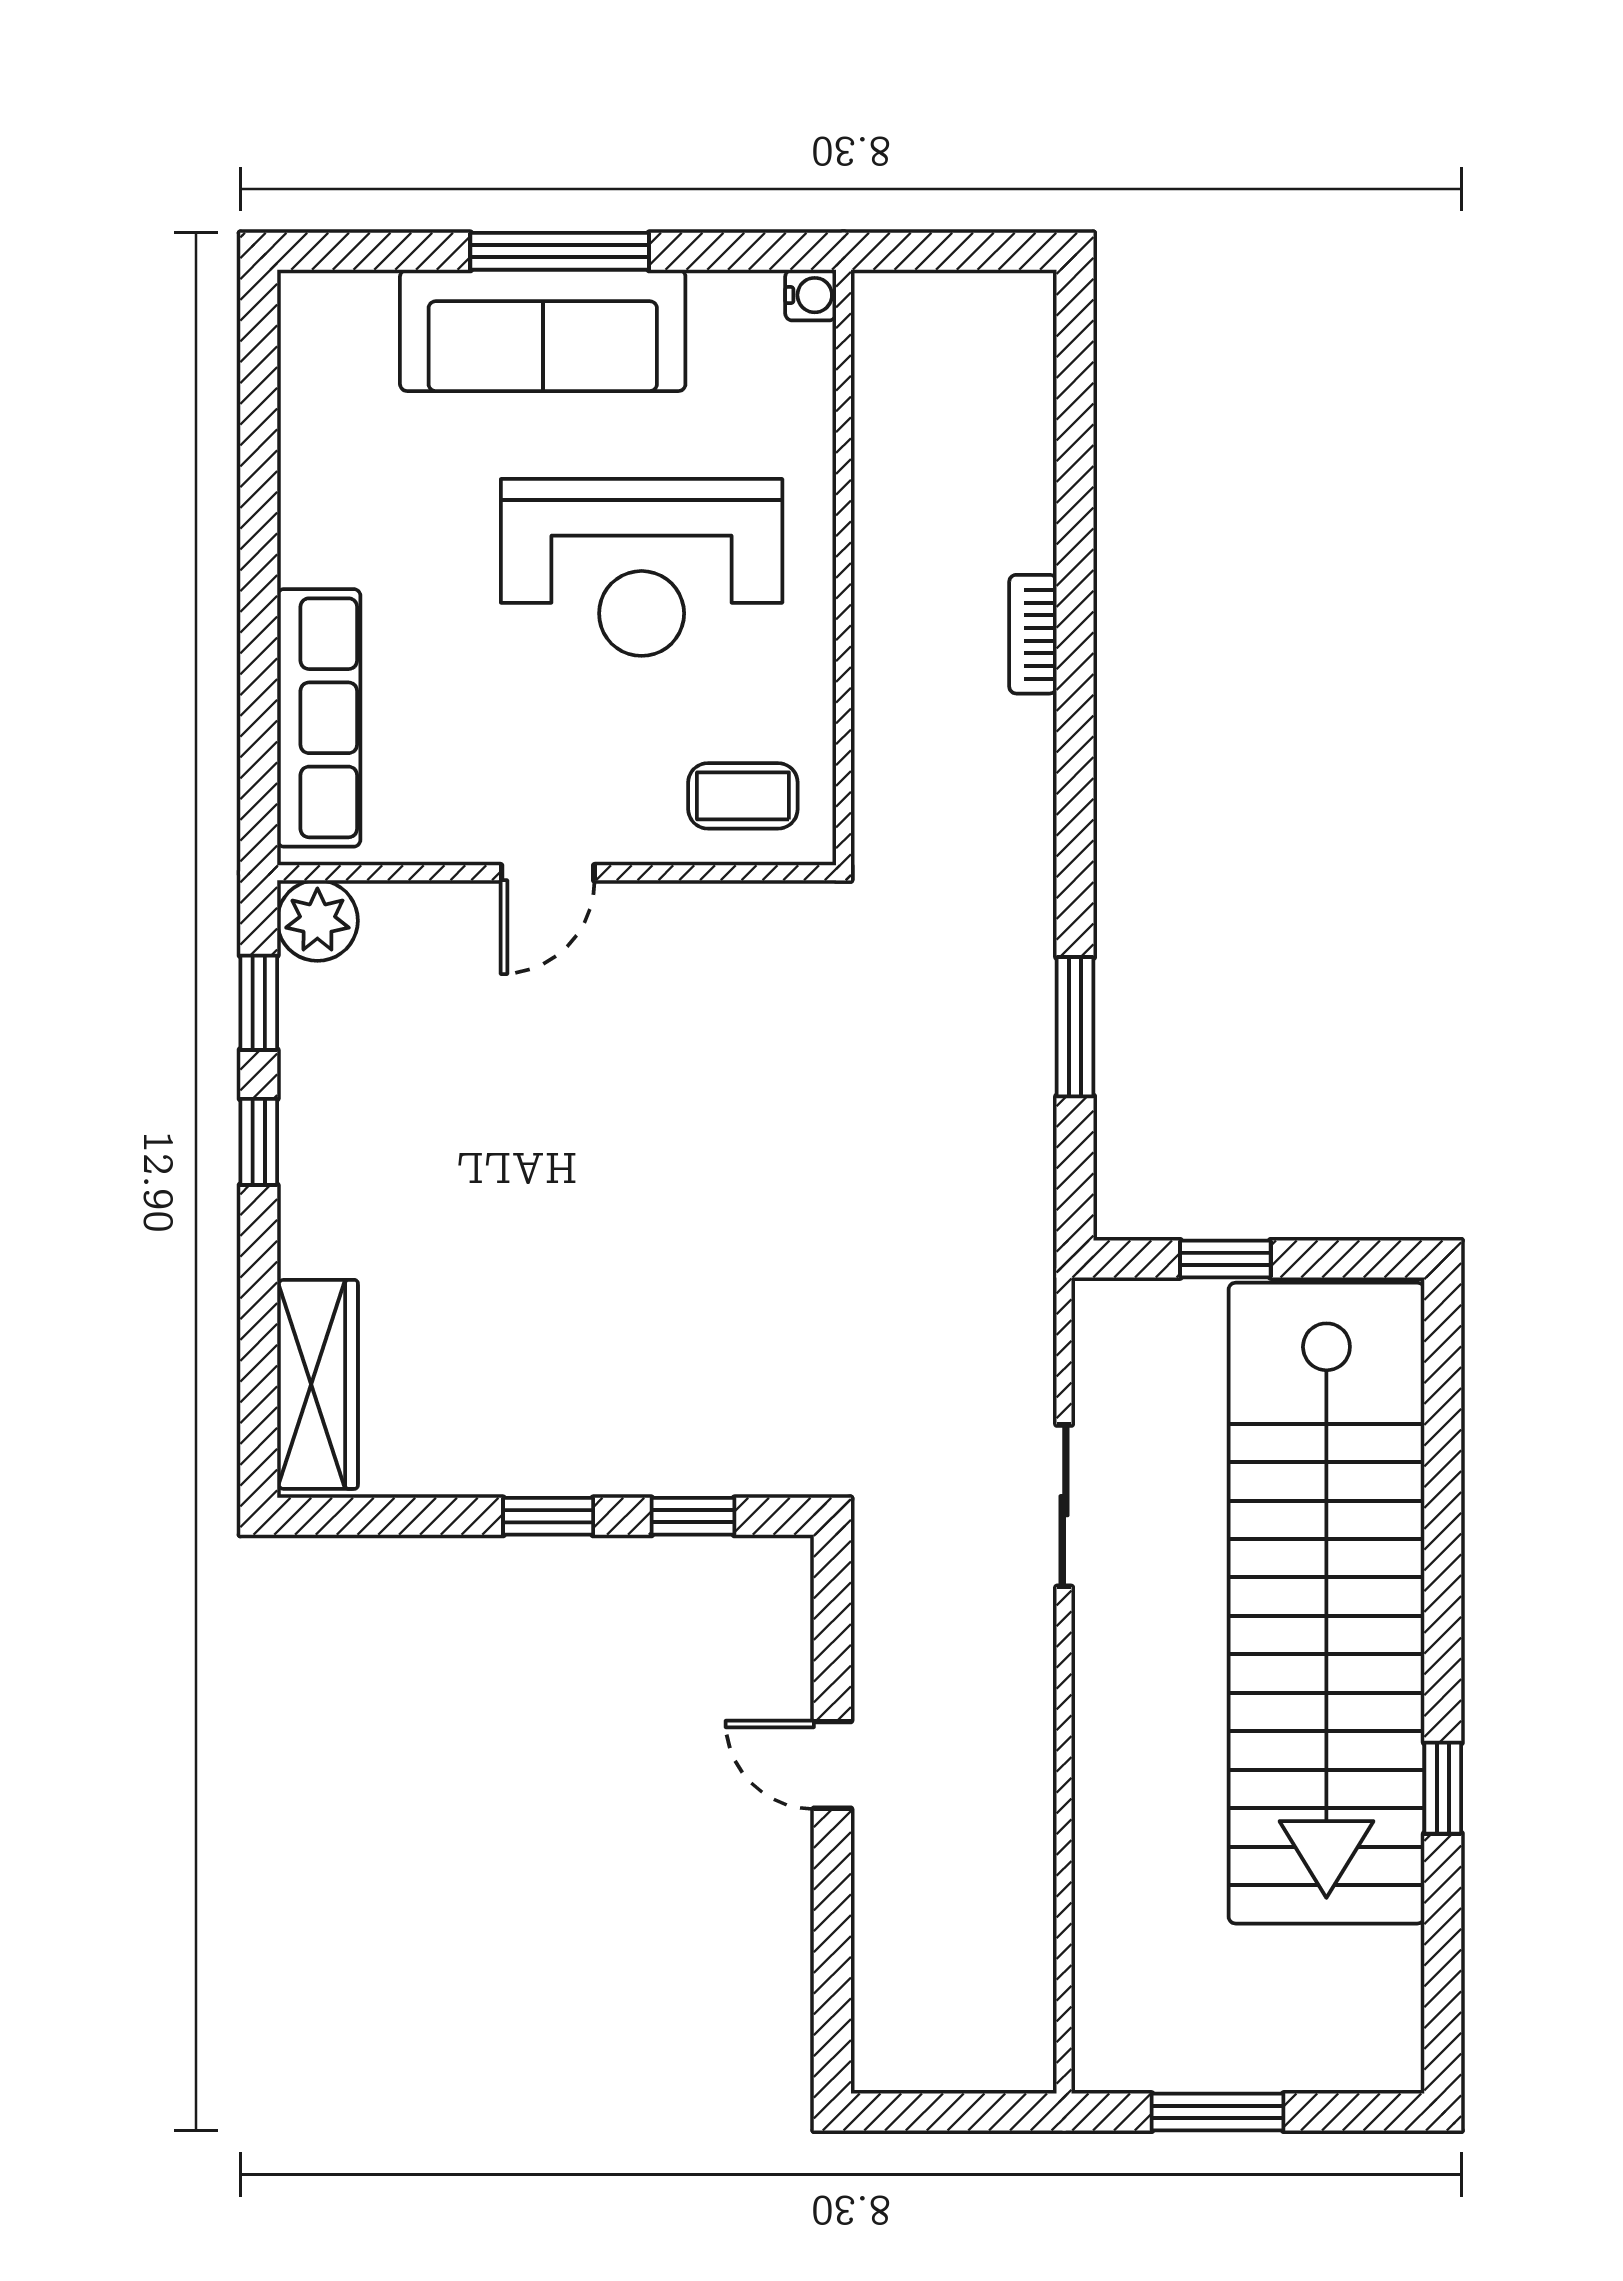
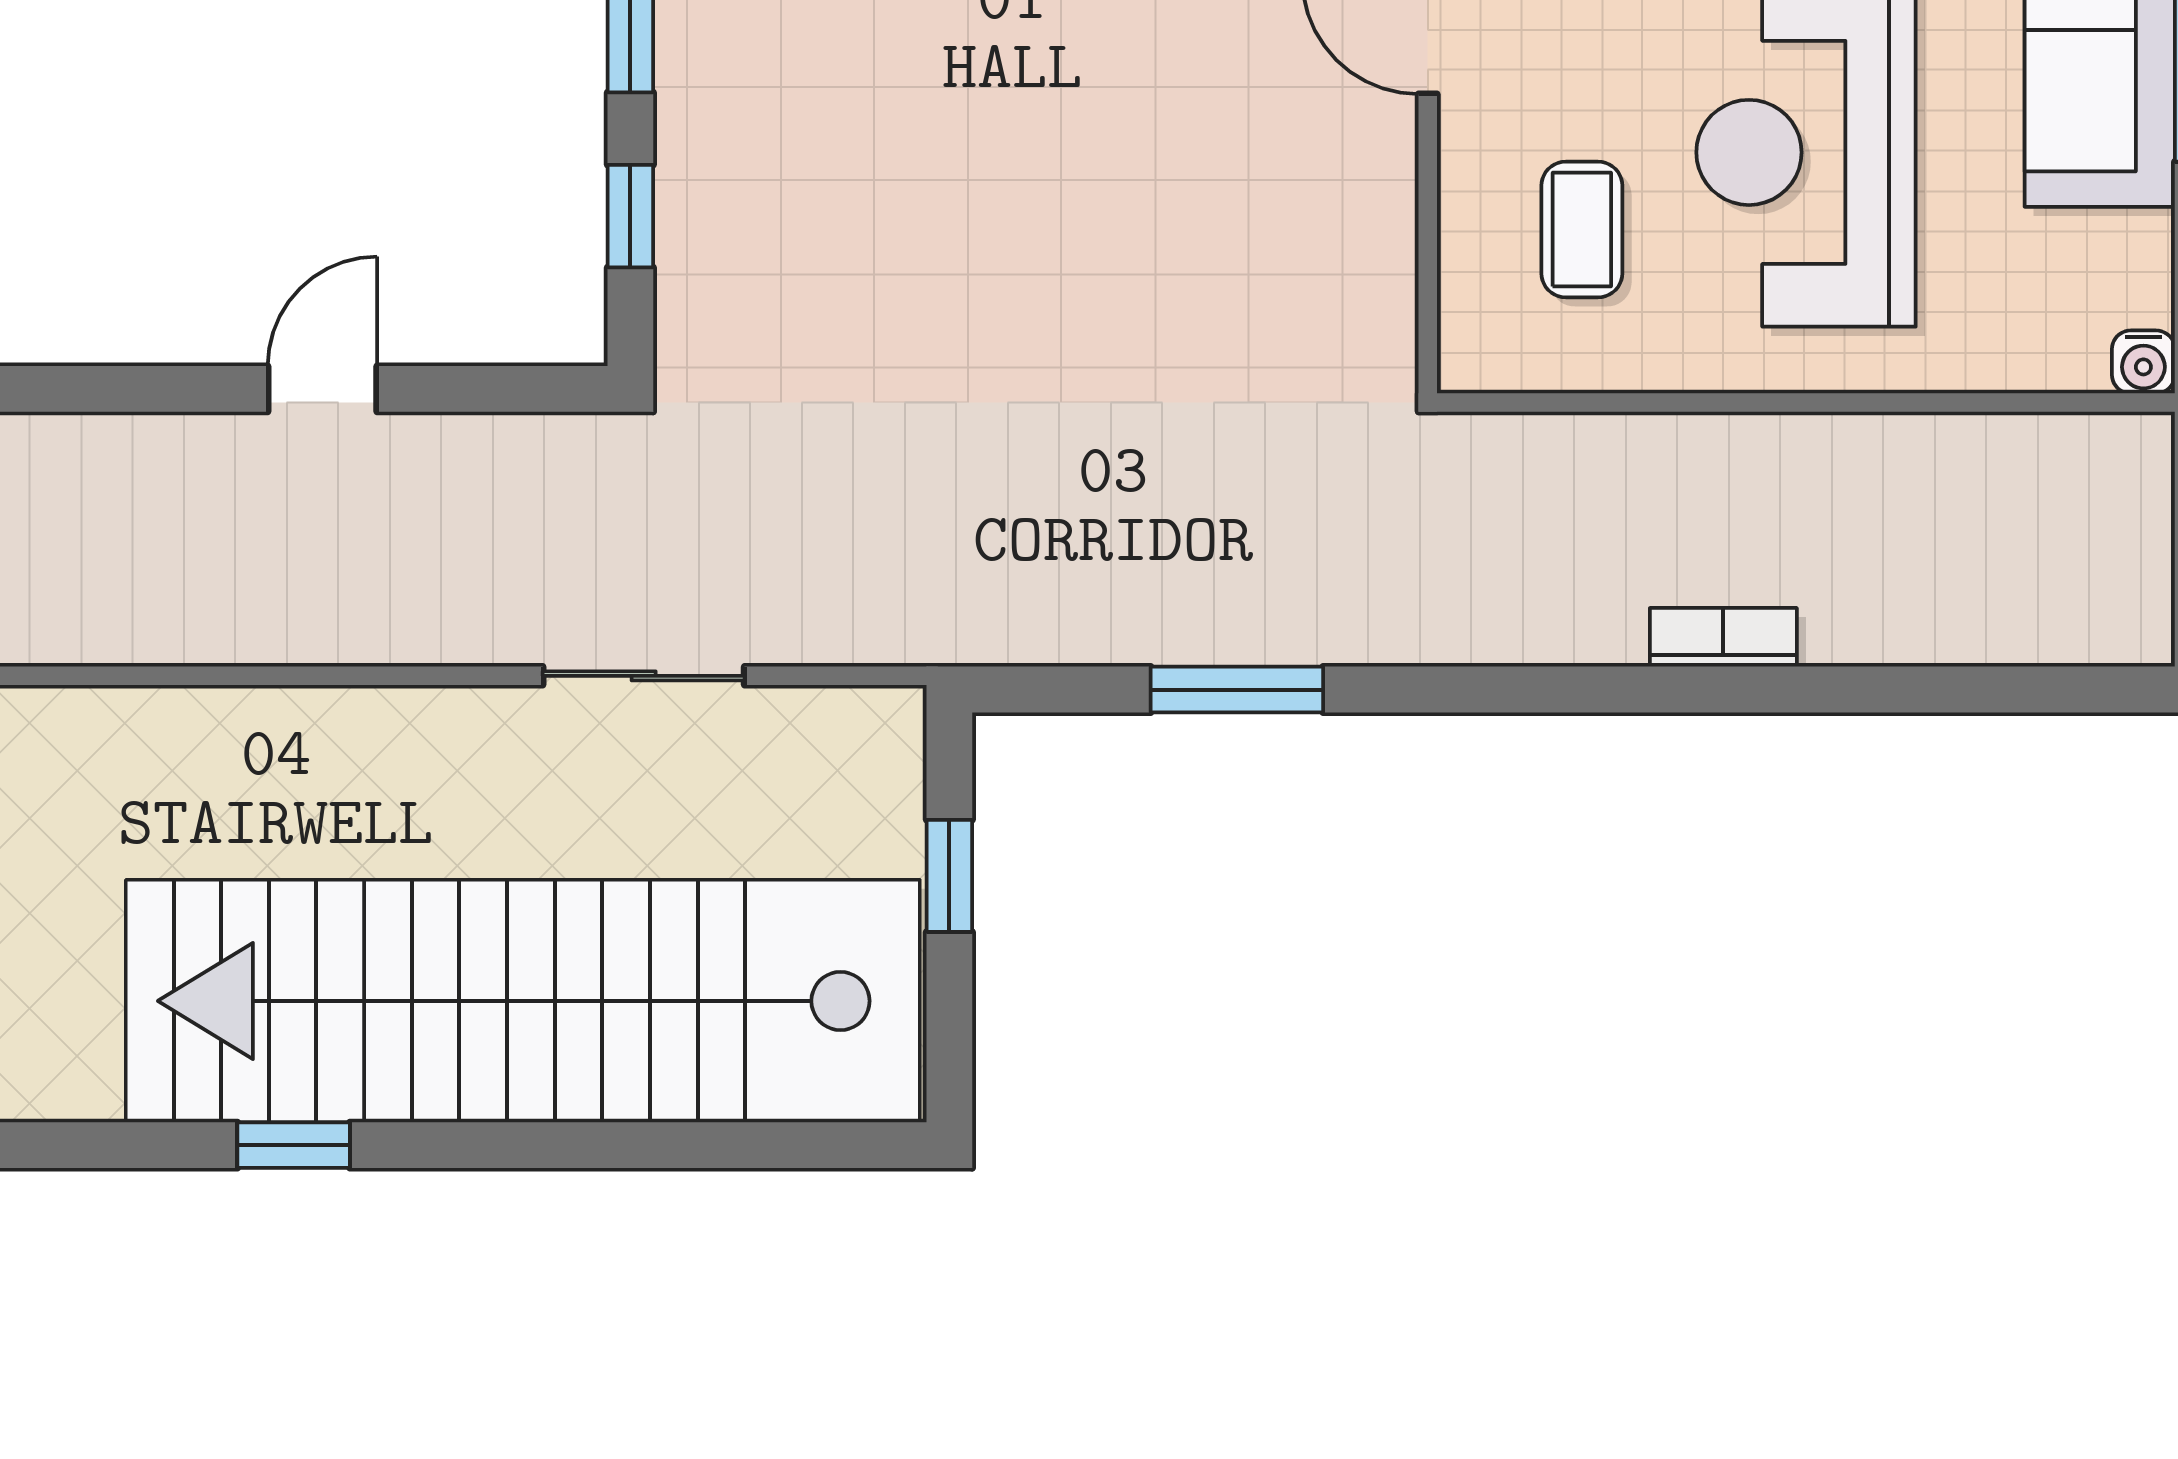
coffee table: (743, 796) -> (1582, 230), moved

